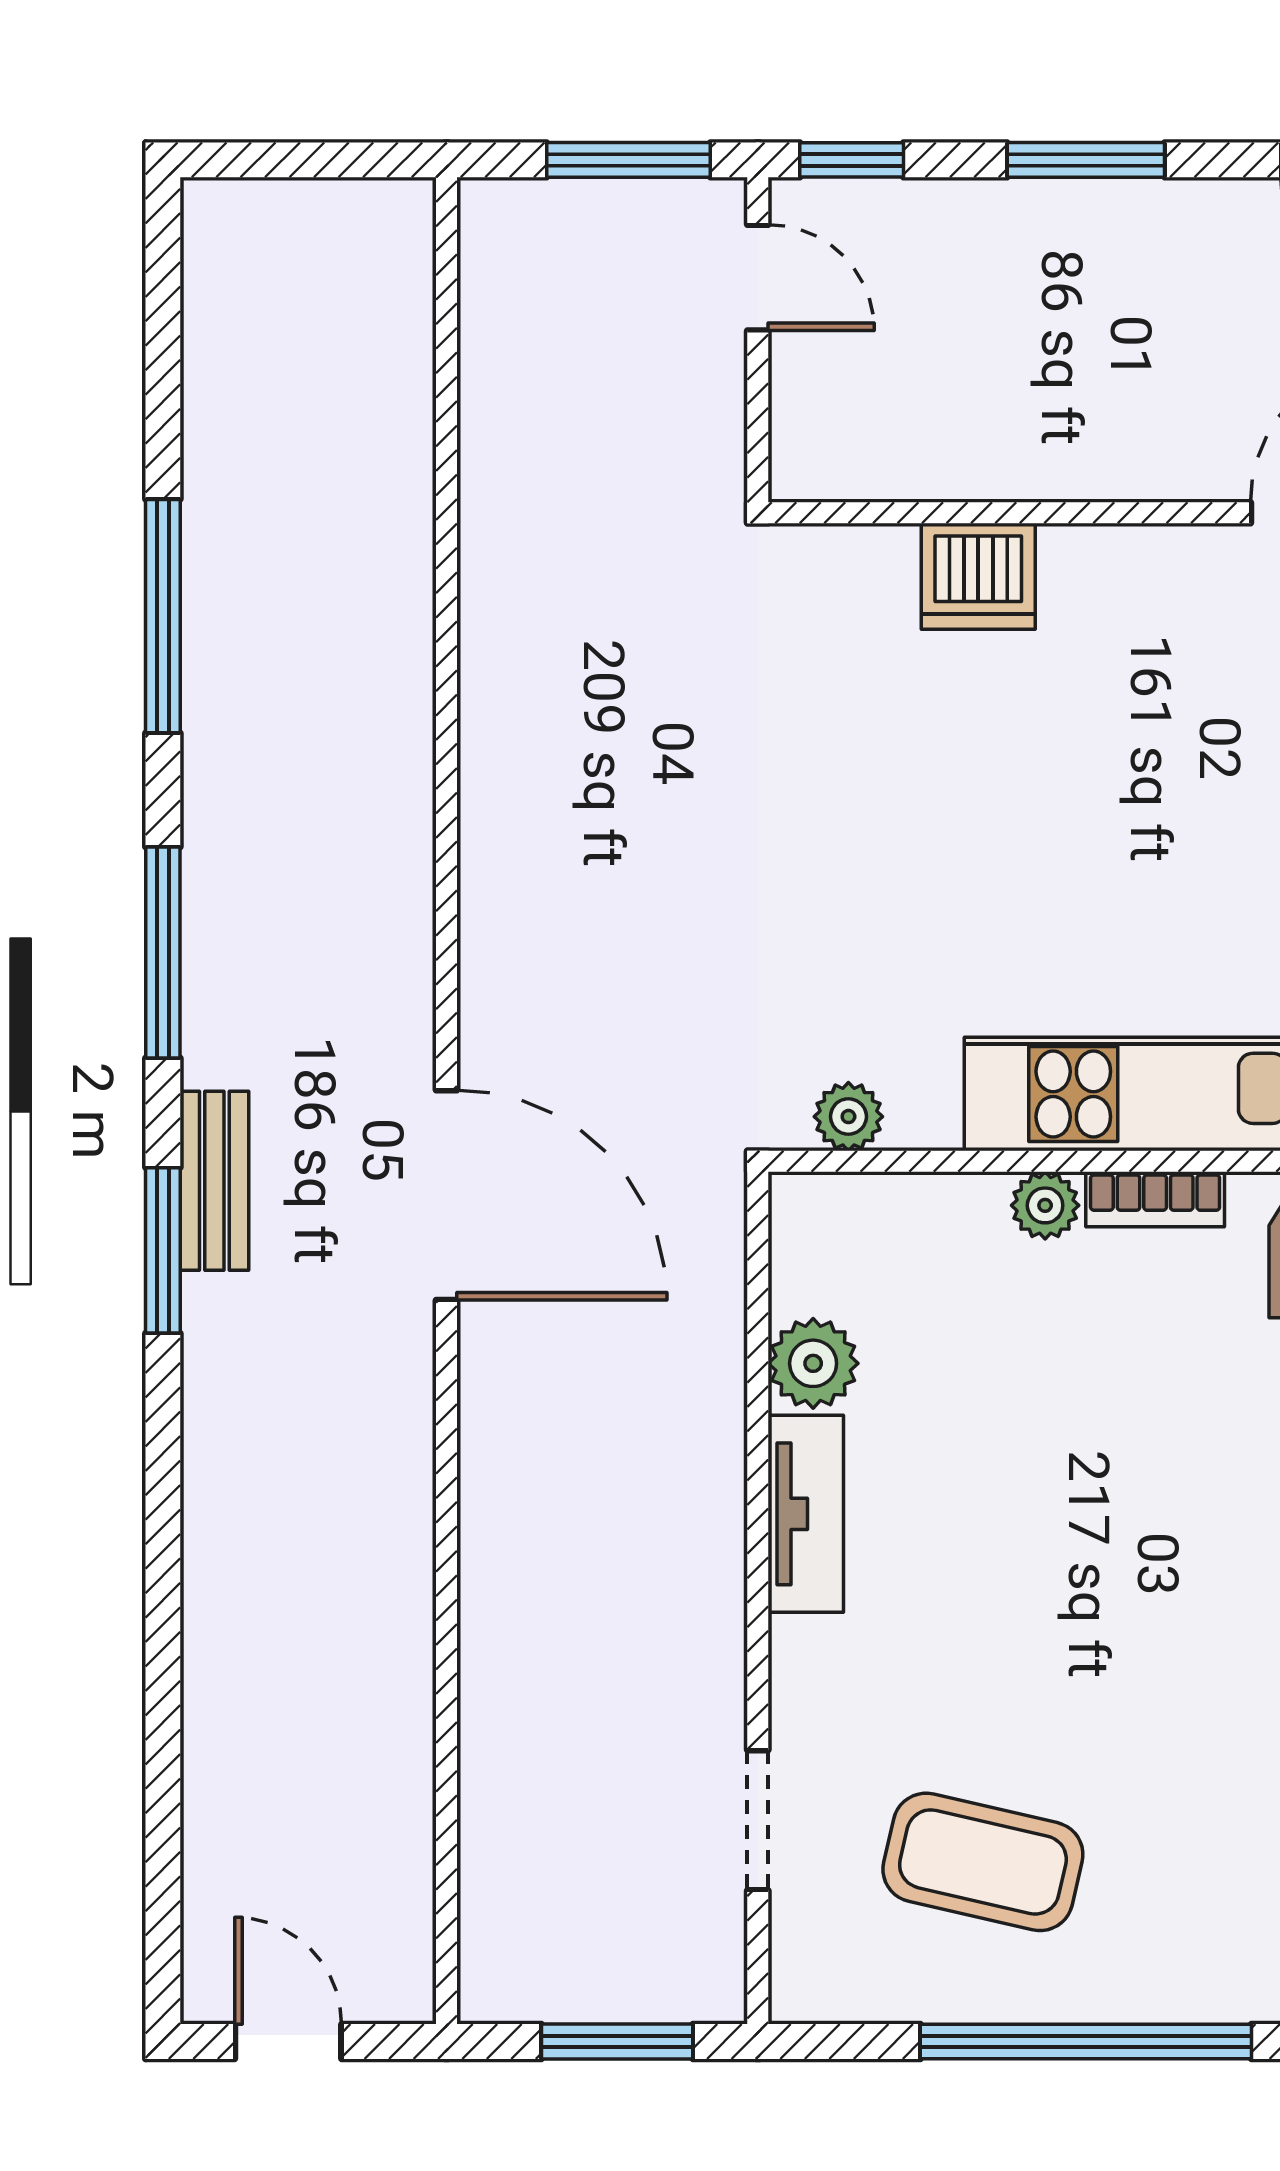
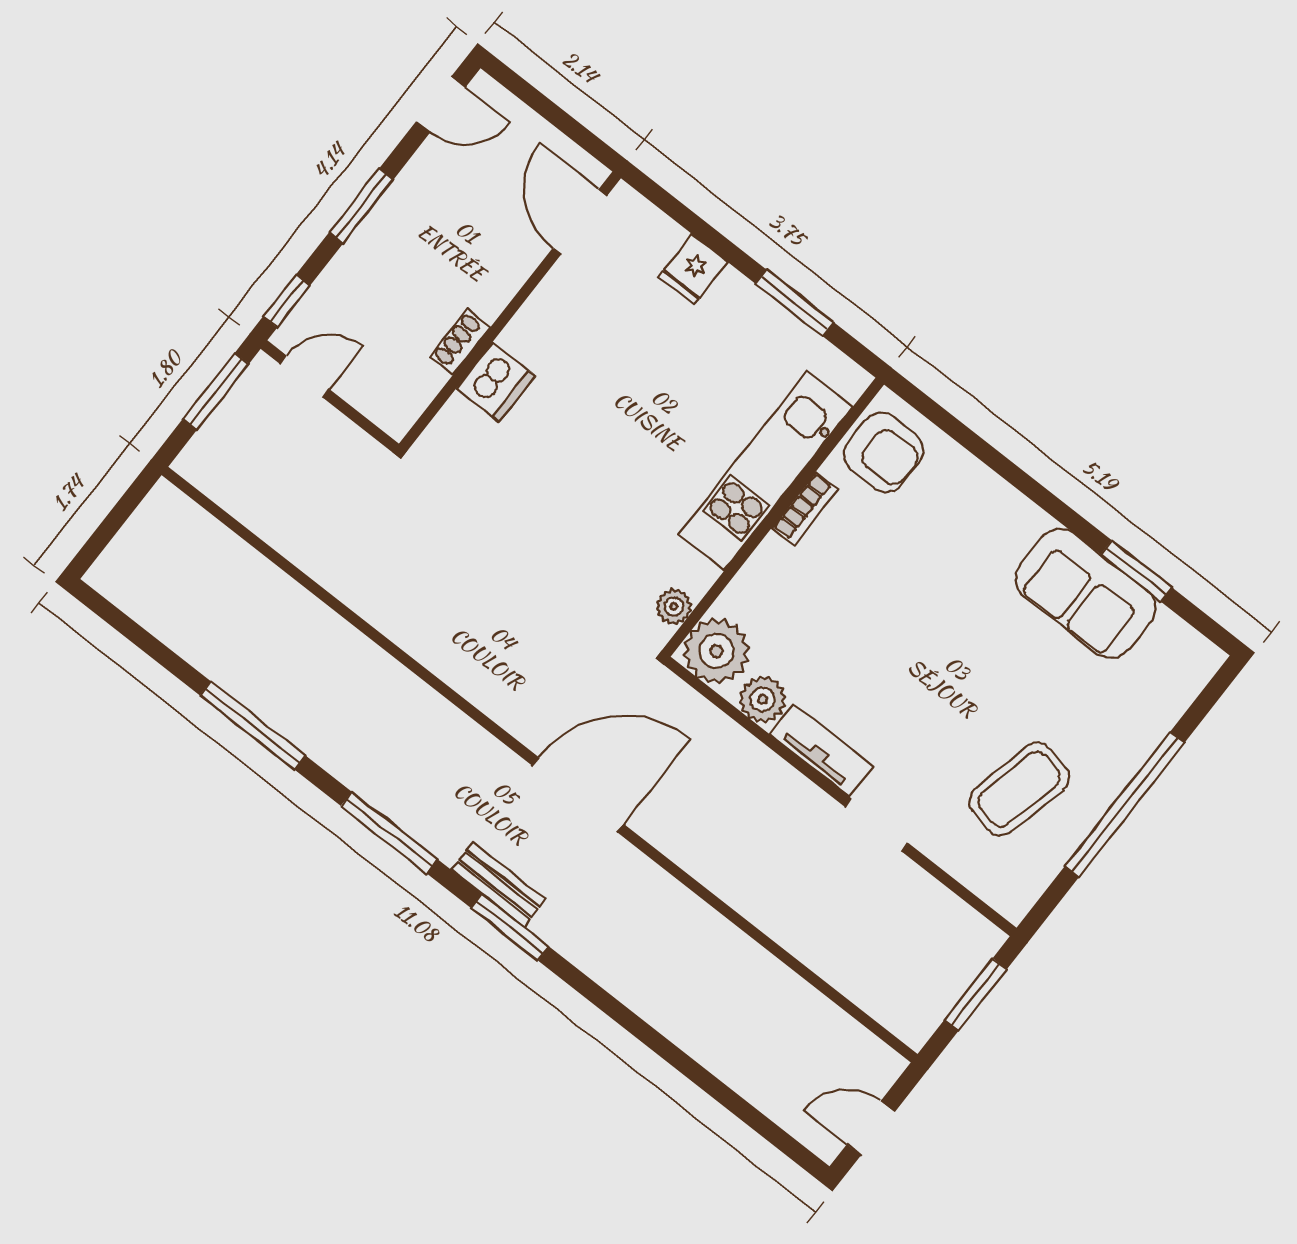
shoe rack: (997, 474) -> (460, 342), added
plant: (1045, 1205) -> (716, 651), moved, width x1.88, depth x1.88
doorway: (758, 1820) -> (877, 825), moved

